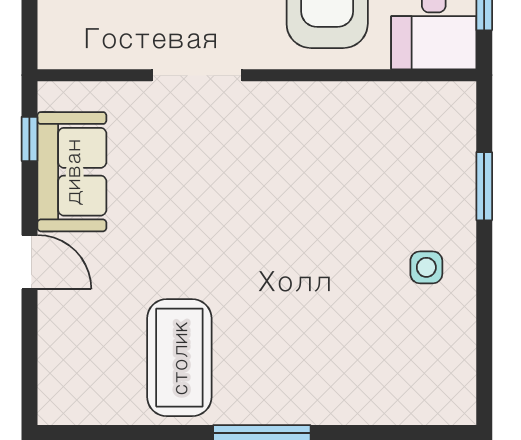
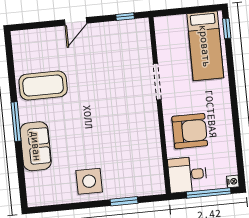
sofa: (72, 172) -> (36, 146), moved, turned -90
side table: (426, 267) -> (89, 181), width x1.87, depth x1.87

